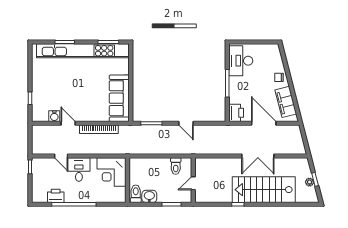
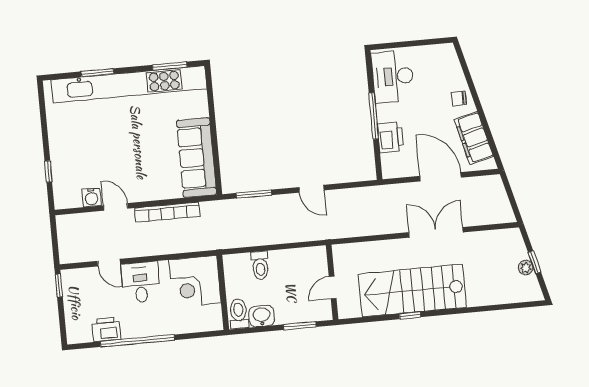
printer: (236, 113) -> (390, 137), moved
double door: (258, 156) -> (436, 232), swing flipped
toilet: (176, 166) -> (260, 265), moved
stairs: (264, 190) -> (412, 291), moved

